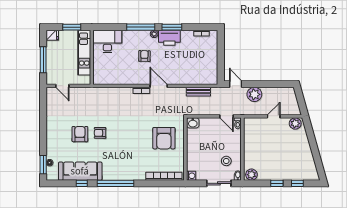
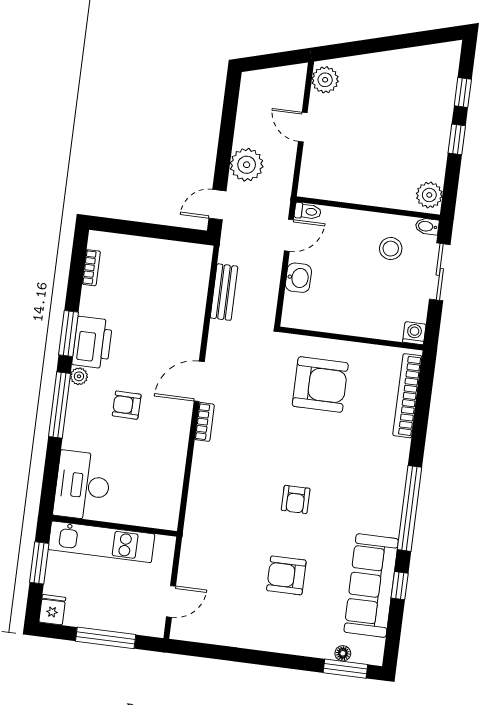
washbasin: (193, 123) -> (298, 278), moved
armchair: (100, 133) -> (296, 499), moved

